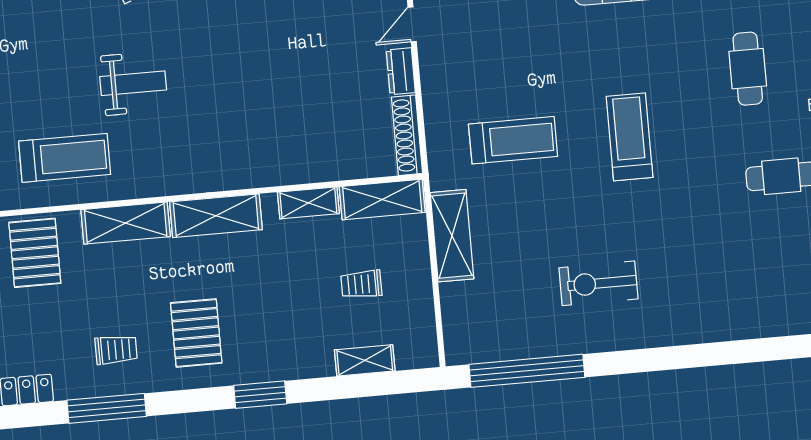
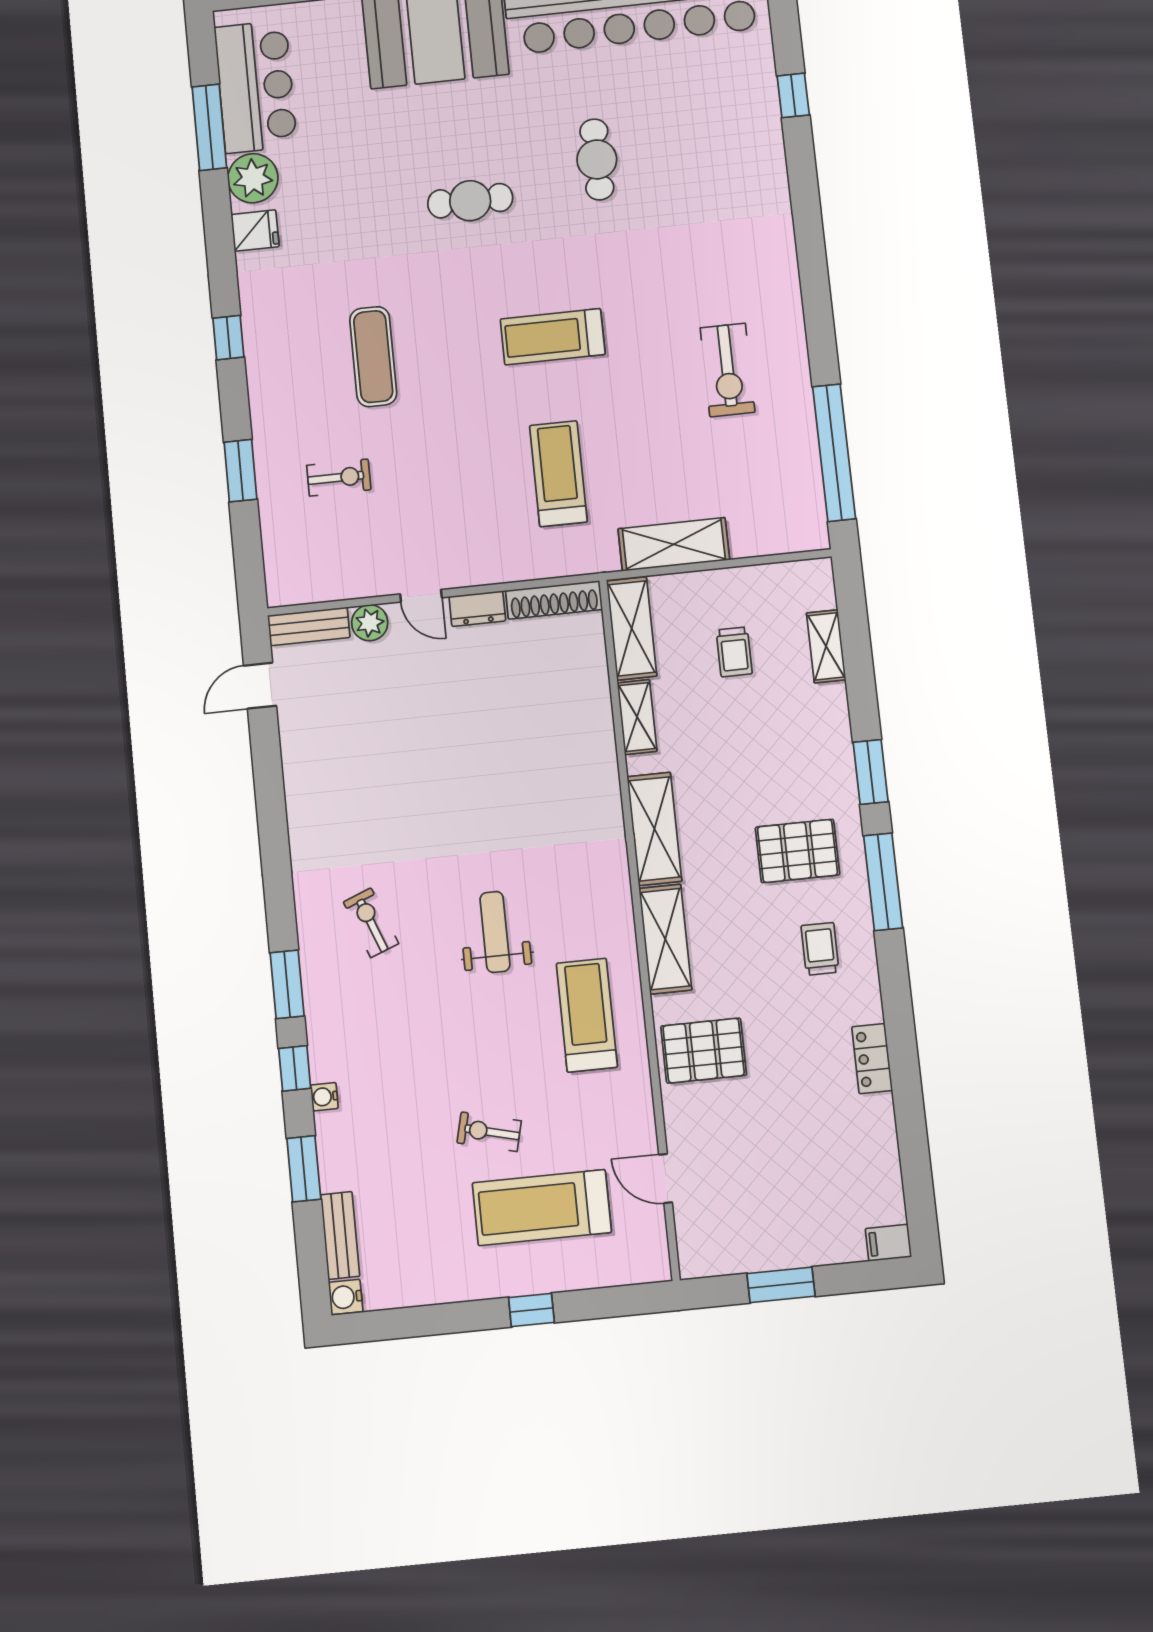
window: (107, 408) -> (883, 882), moved

